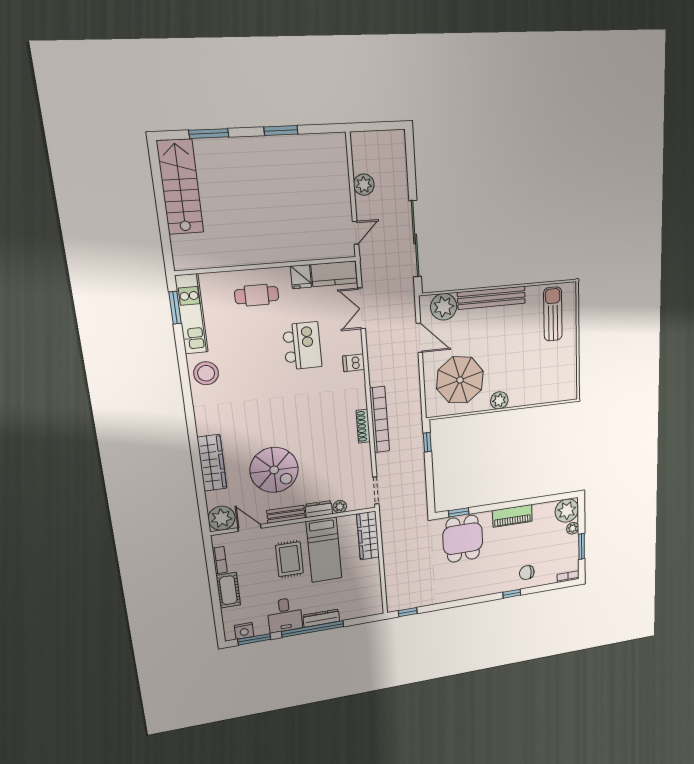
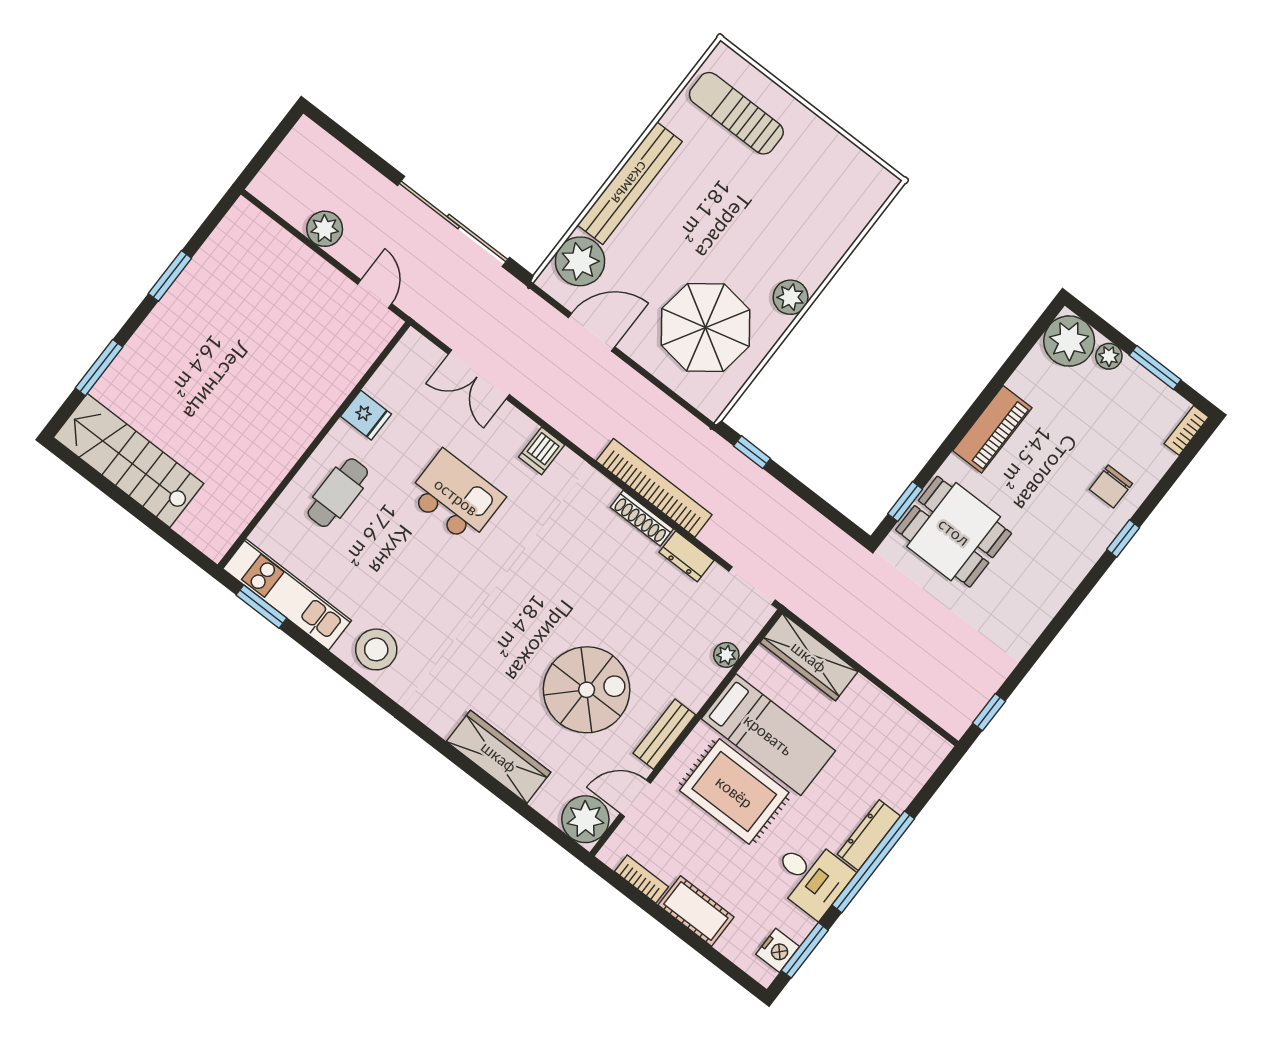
kitchen counter: (334, 274) -> (401, 369), removed
dresser: (319, 509) -> (686, 556), moved, turned -90
rug: (289, 559) -> (734, 792), width x1.36, depth x1.43

